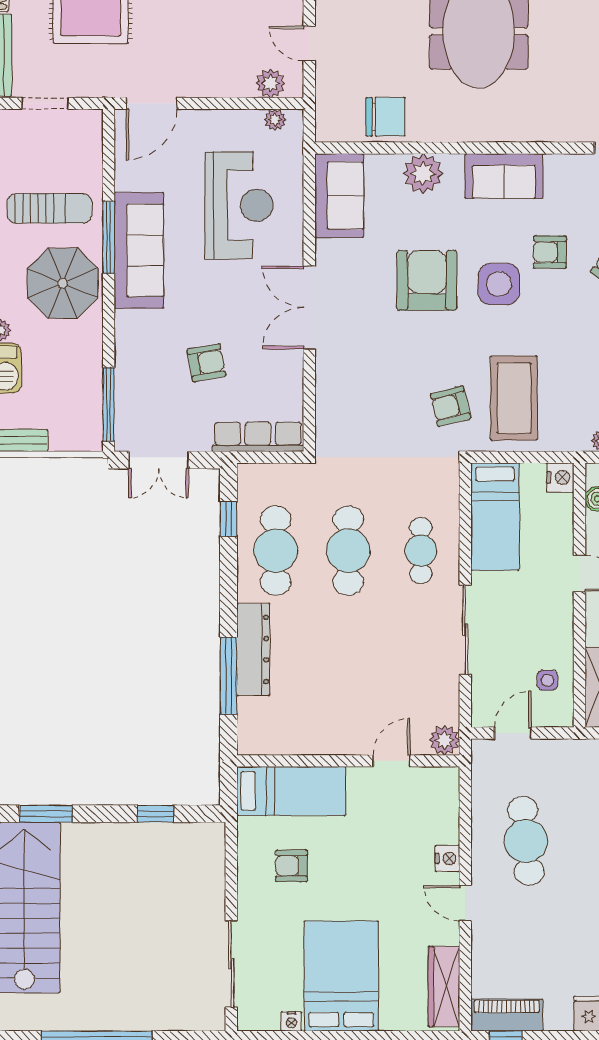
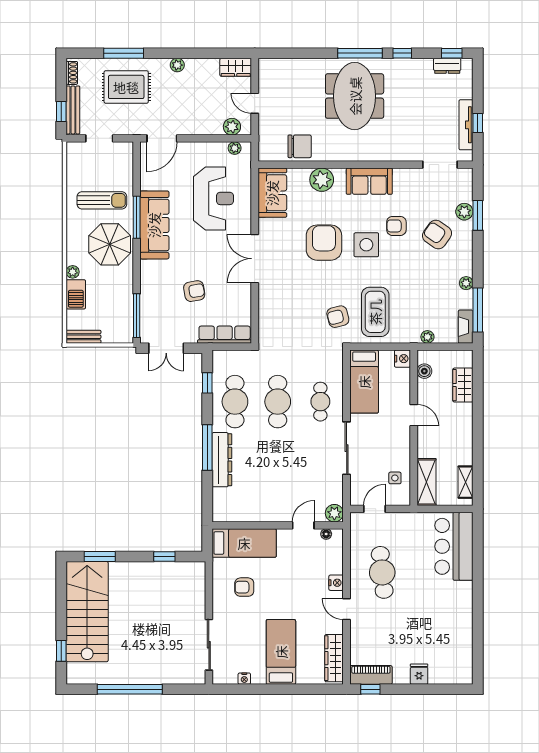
window: (228, 676) -> (207, 447), moved
floor lamp: (431, 776) -> (326, 534), added
bed: (341, 976) -> (281, 652), width x0.67

